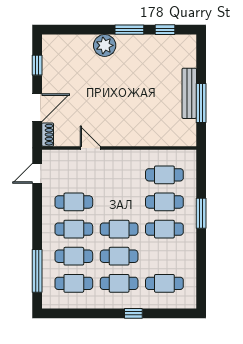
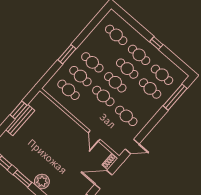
window: (201, 103) -> (18, 110), width x0.69
cafe table: (74, 229) -> (103, 96), moved
window: (133, 313) -> (156, 43), moved

